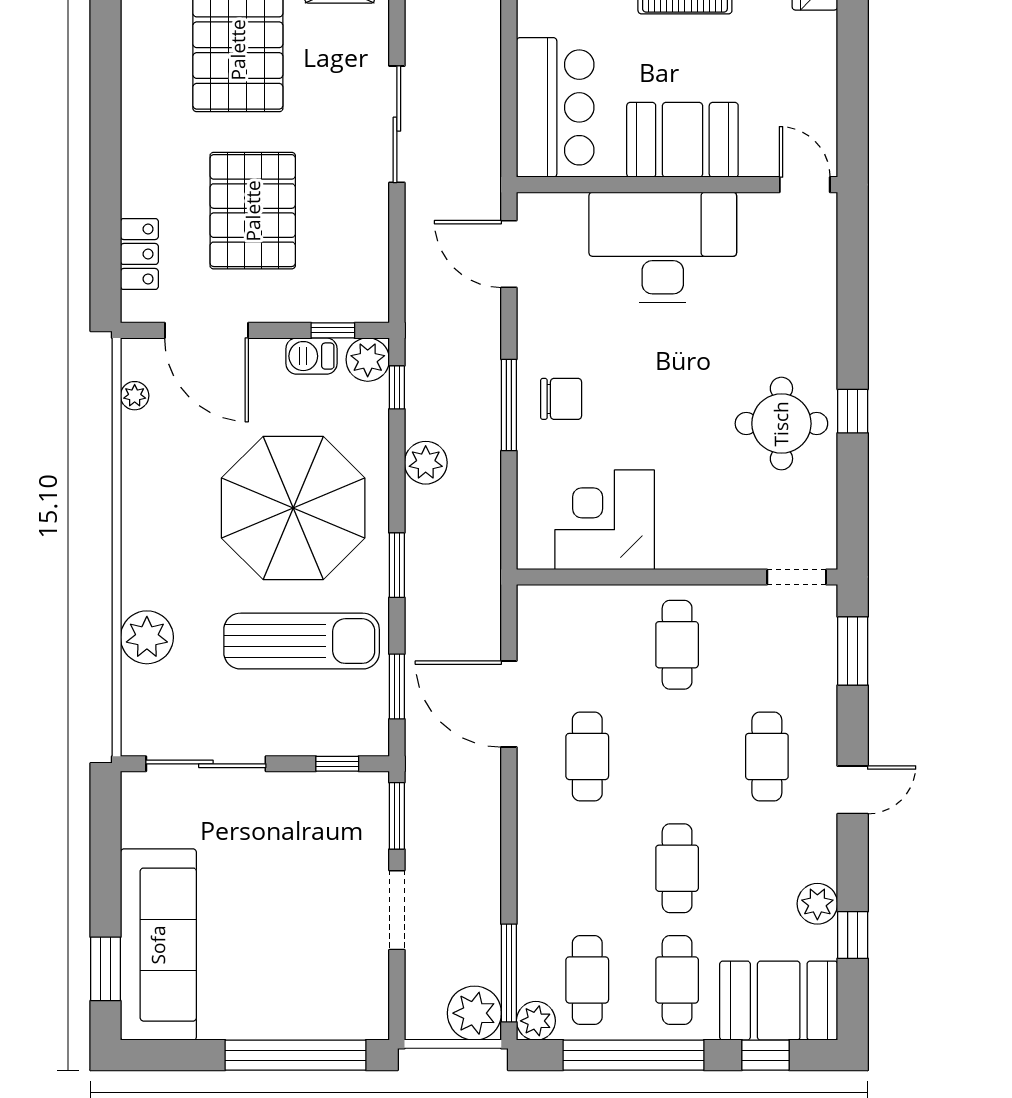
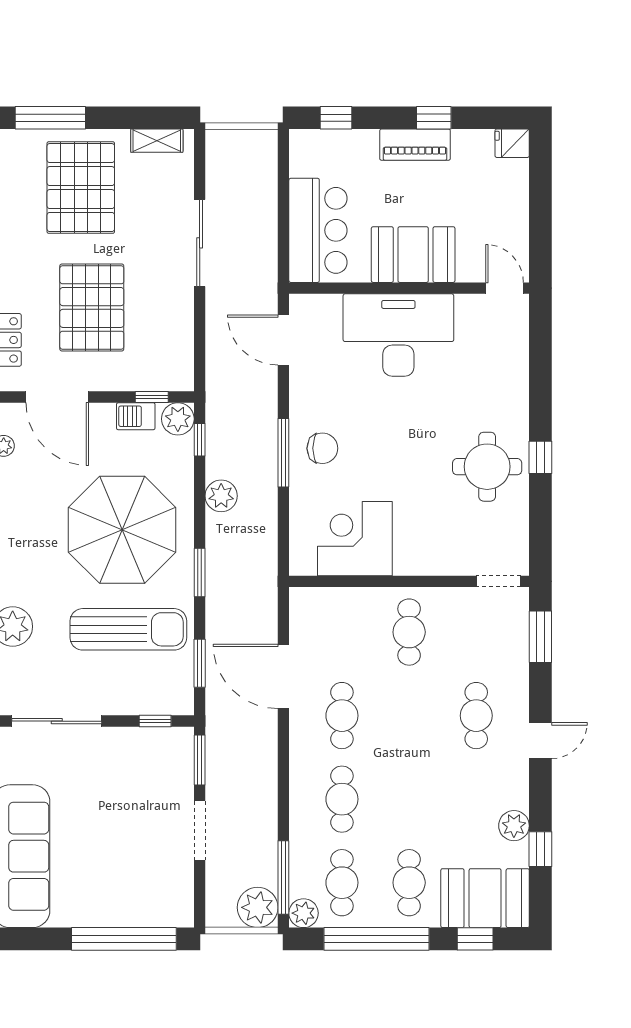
cafe table: (677, 868) -> (342, 799), moved

